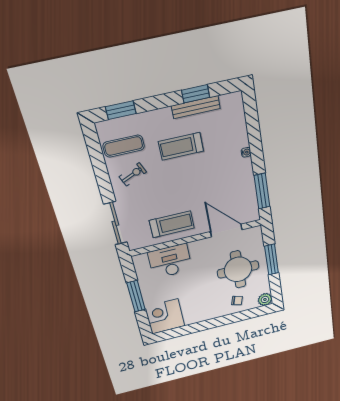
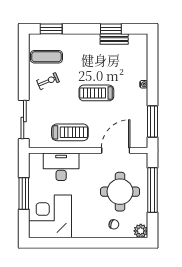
bench: (196, 107) -> (114, 39), width x0.73
treadmill: (181, 146) -> (96, 93), moved
door: (226, 231) -> (116, 150), hinge flipped
window: (272, 260) -> (152, 190), width x1.46
corner desk: (165, 316) -> (50, 216), width x1.36, depth x1.36

